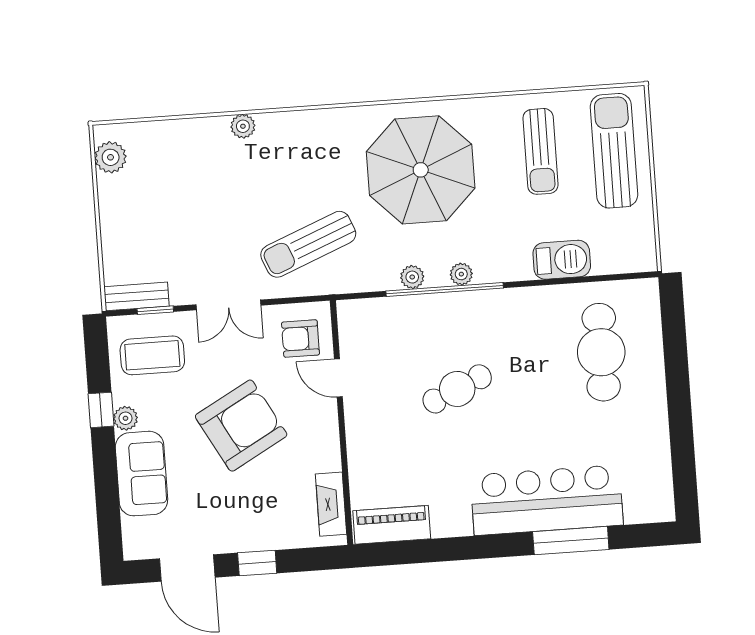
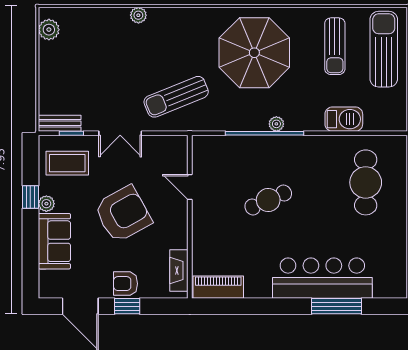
plant: (412, 277) -> (244, 123), removed
armchair: (300, 339) -> (126, 284), moved

